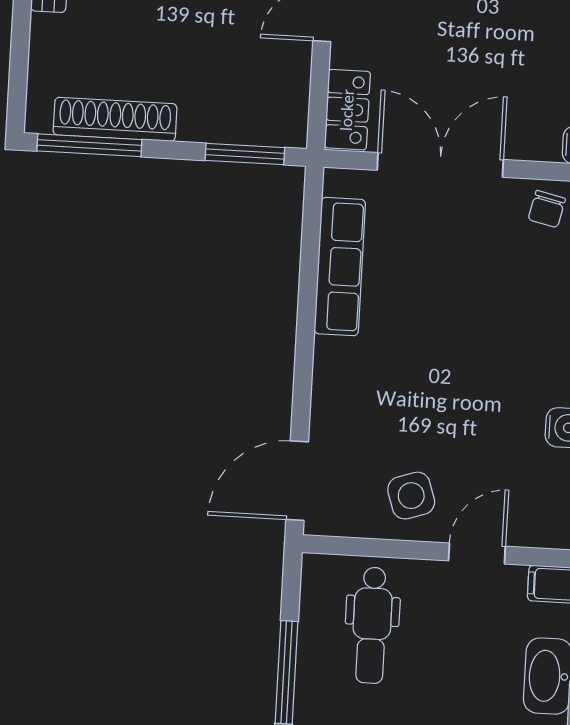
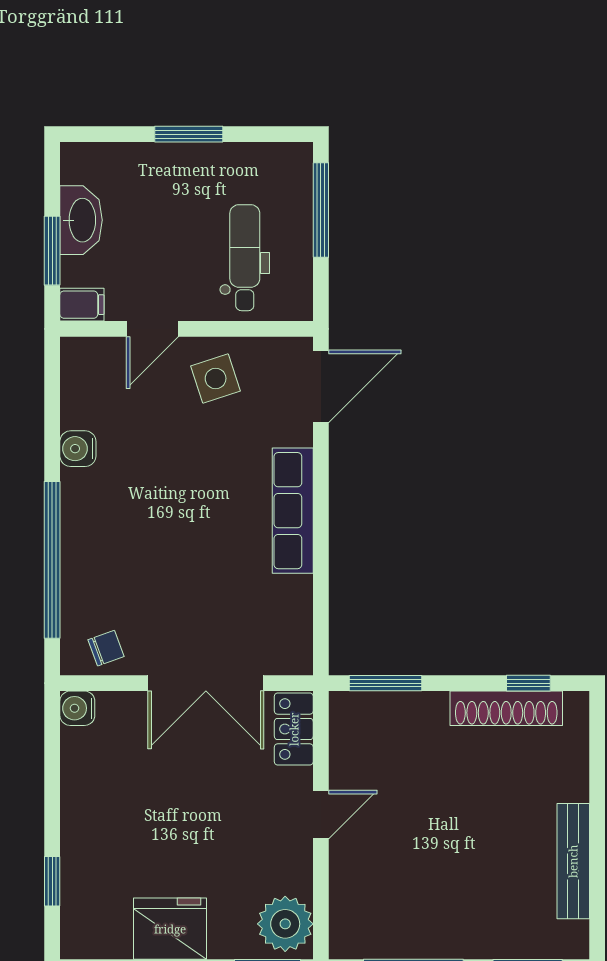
window: (89, 145) -> (528, 683), width x0.46
chair: (547, 209) -> (106, 648), turned 57
row of seats: (340, 267) -> (293, 511), moved

